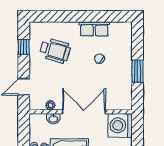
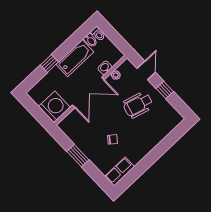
row of seats: (94, 29) -> (120, 172), moved
window: (24, 47) -> (165, 90), moved
wheelchair: (55, 51) -> (138, 105), moved

